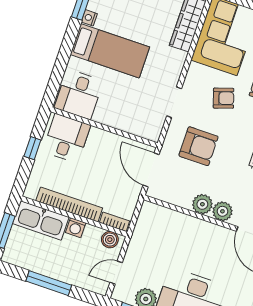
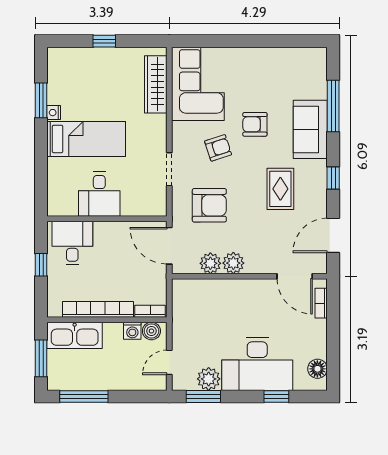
desk: (79, 94) -> (99, 194), moved
plant: (222, 211) -> (210, 263), moved
washing machine: (76, 228) -> (132, 331), moved
window: (49, 283) -> (84, 396), moved

